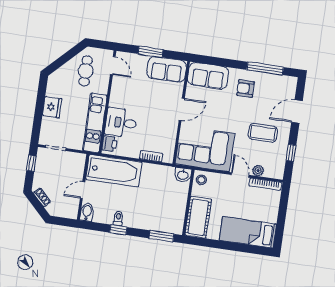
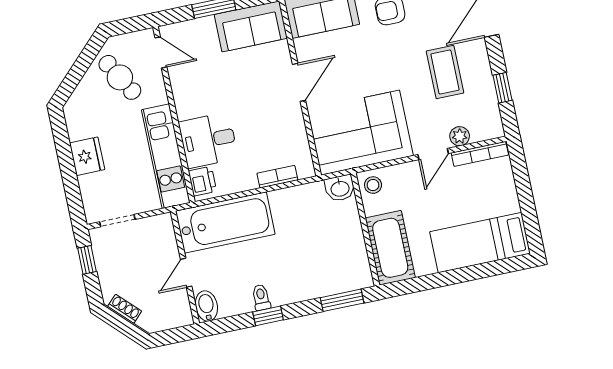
cafe table: (86, 71) -> (120, 77), turned -30
coffee table: (263, 133) -> (445, 72), turned 90
door: (240, 175) -> (433, 154), swing flipped

